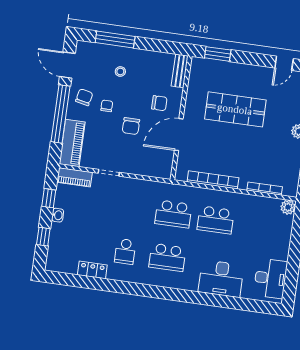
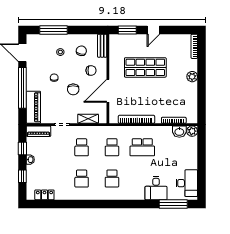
door: (284, 63) -> (153, 30), moved
chair: (84, 97) -> (81, 51), moved
shelving: (146, 170) -> (88, 119), added
washbasin: (270, 205) -> (179, 132), added
school desk: (131, 208) -> (82, 147), added
school desk: (173, 214) -> (112, 147), width x0.54
school desk: (167, 257) -> (112, 179), width x0.54
locker: (92, 270) -> (44, 195), moved
desk: (221, 279) -> (156, 188), width x0.73
window: (248, 305) -> (173, 204), added

